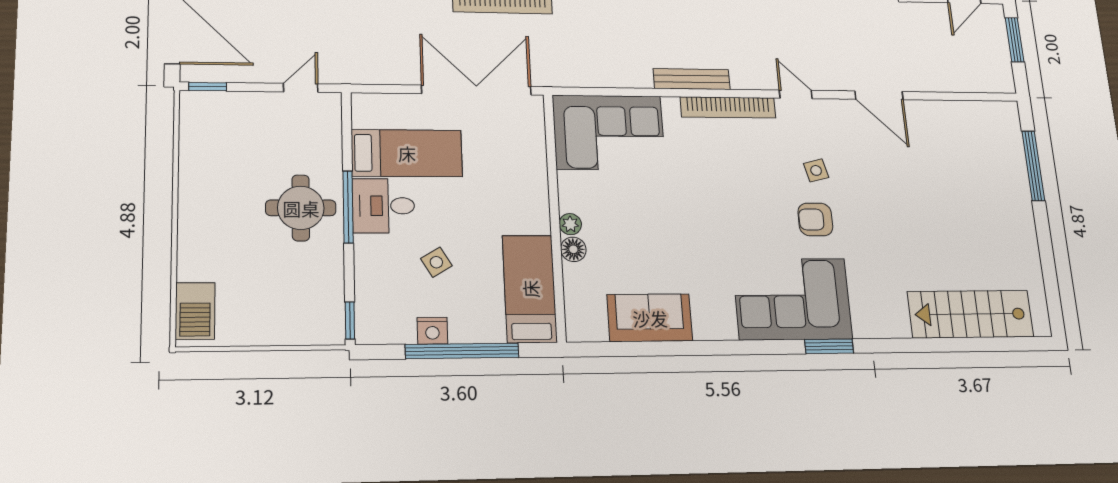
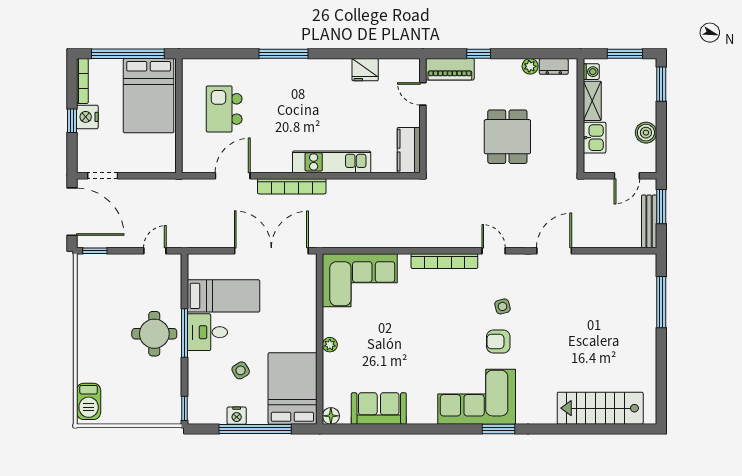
bench: (692, 79) -> (649, 221), moved, turned 90
door: (879, 95) -> (554, 251), swing flipped
floor lamp: (573, 249) -> (331, 416), moved
bed: (530, 289) -> (292, 388), width x1.50

